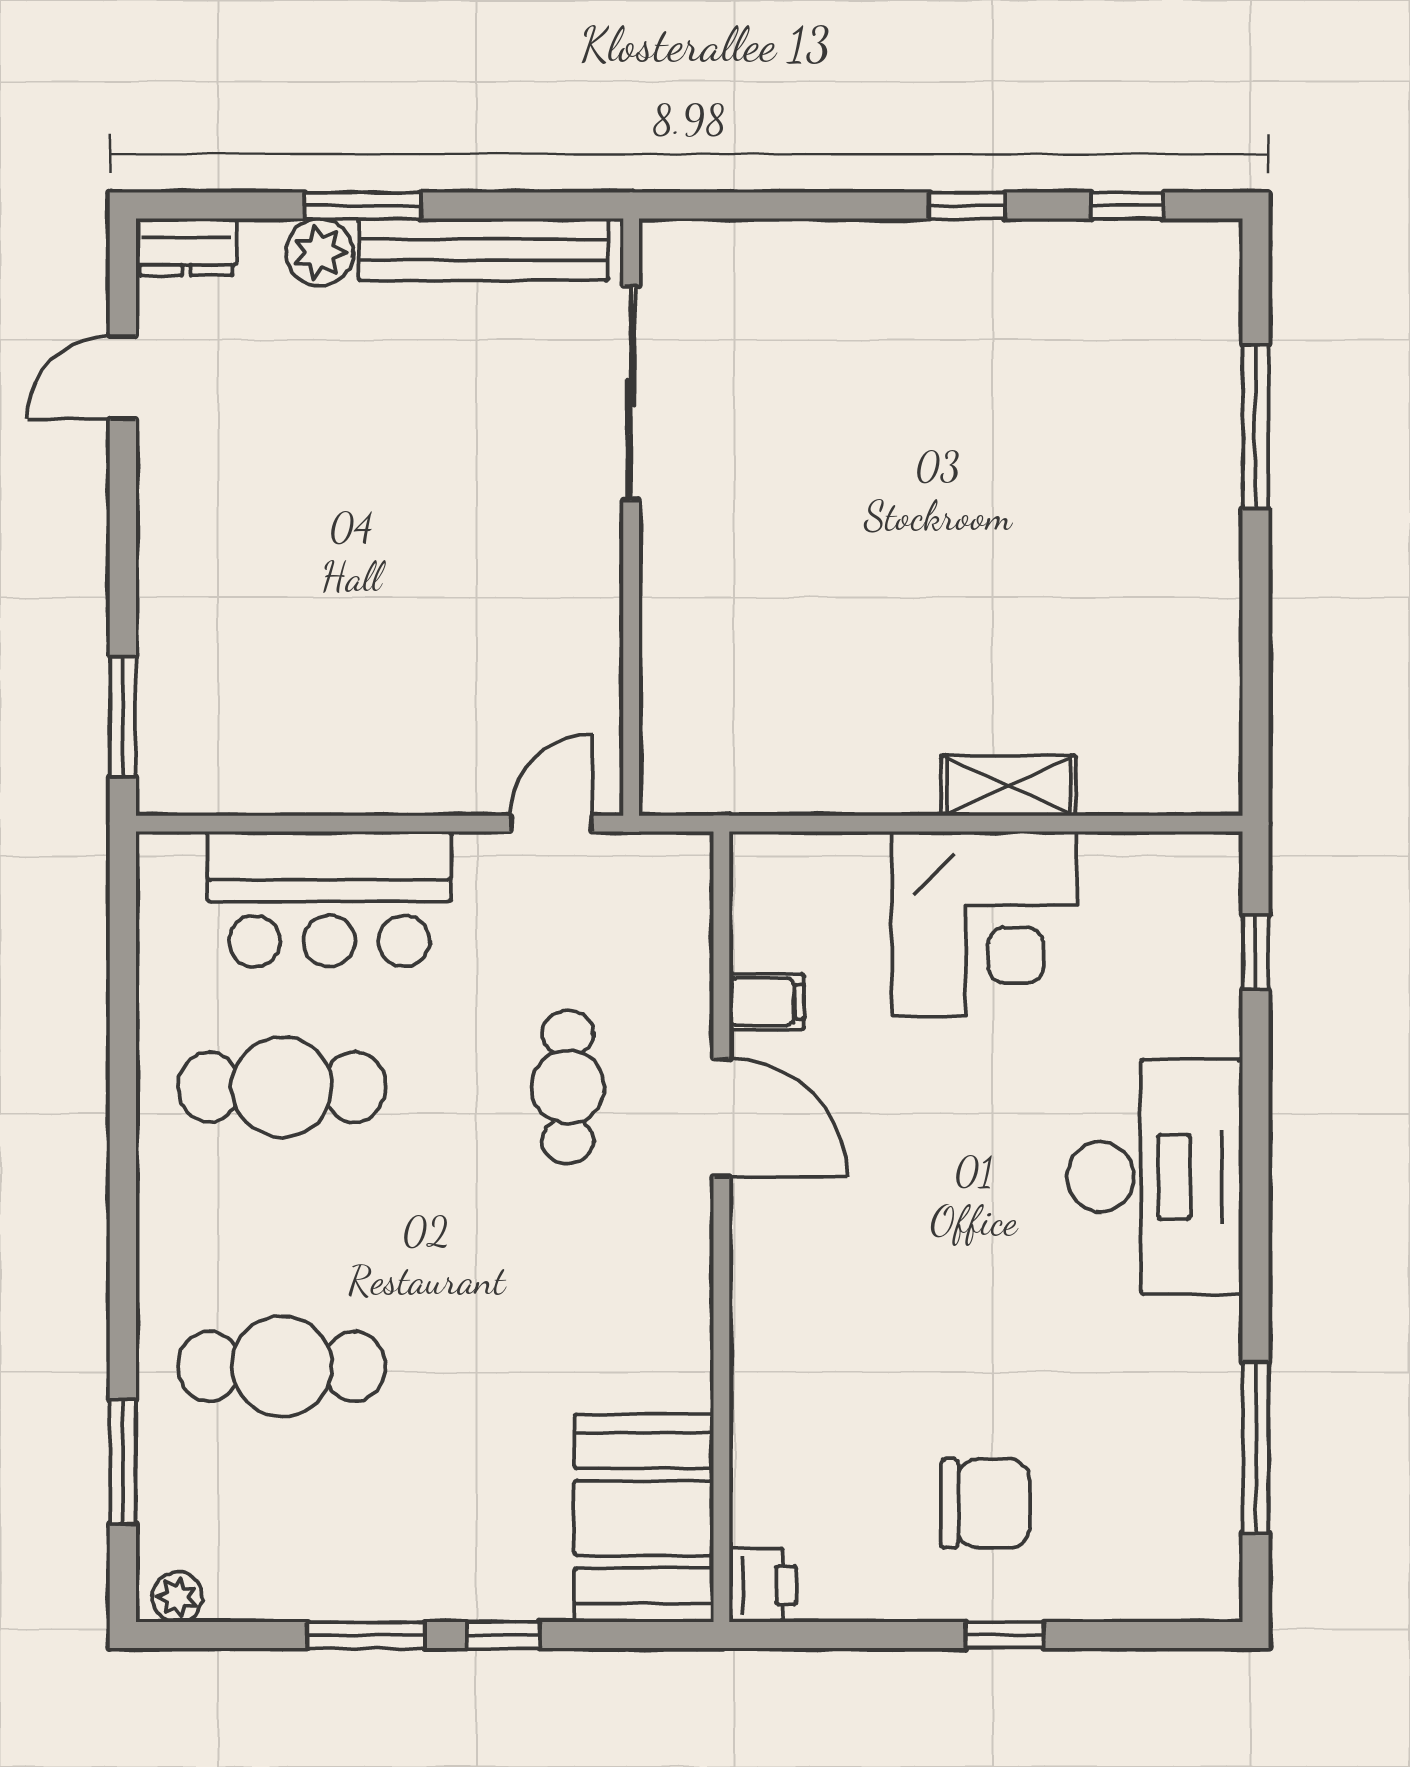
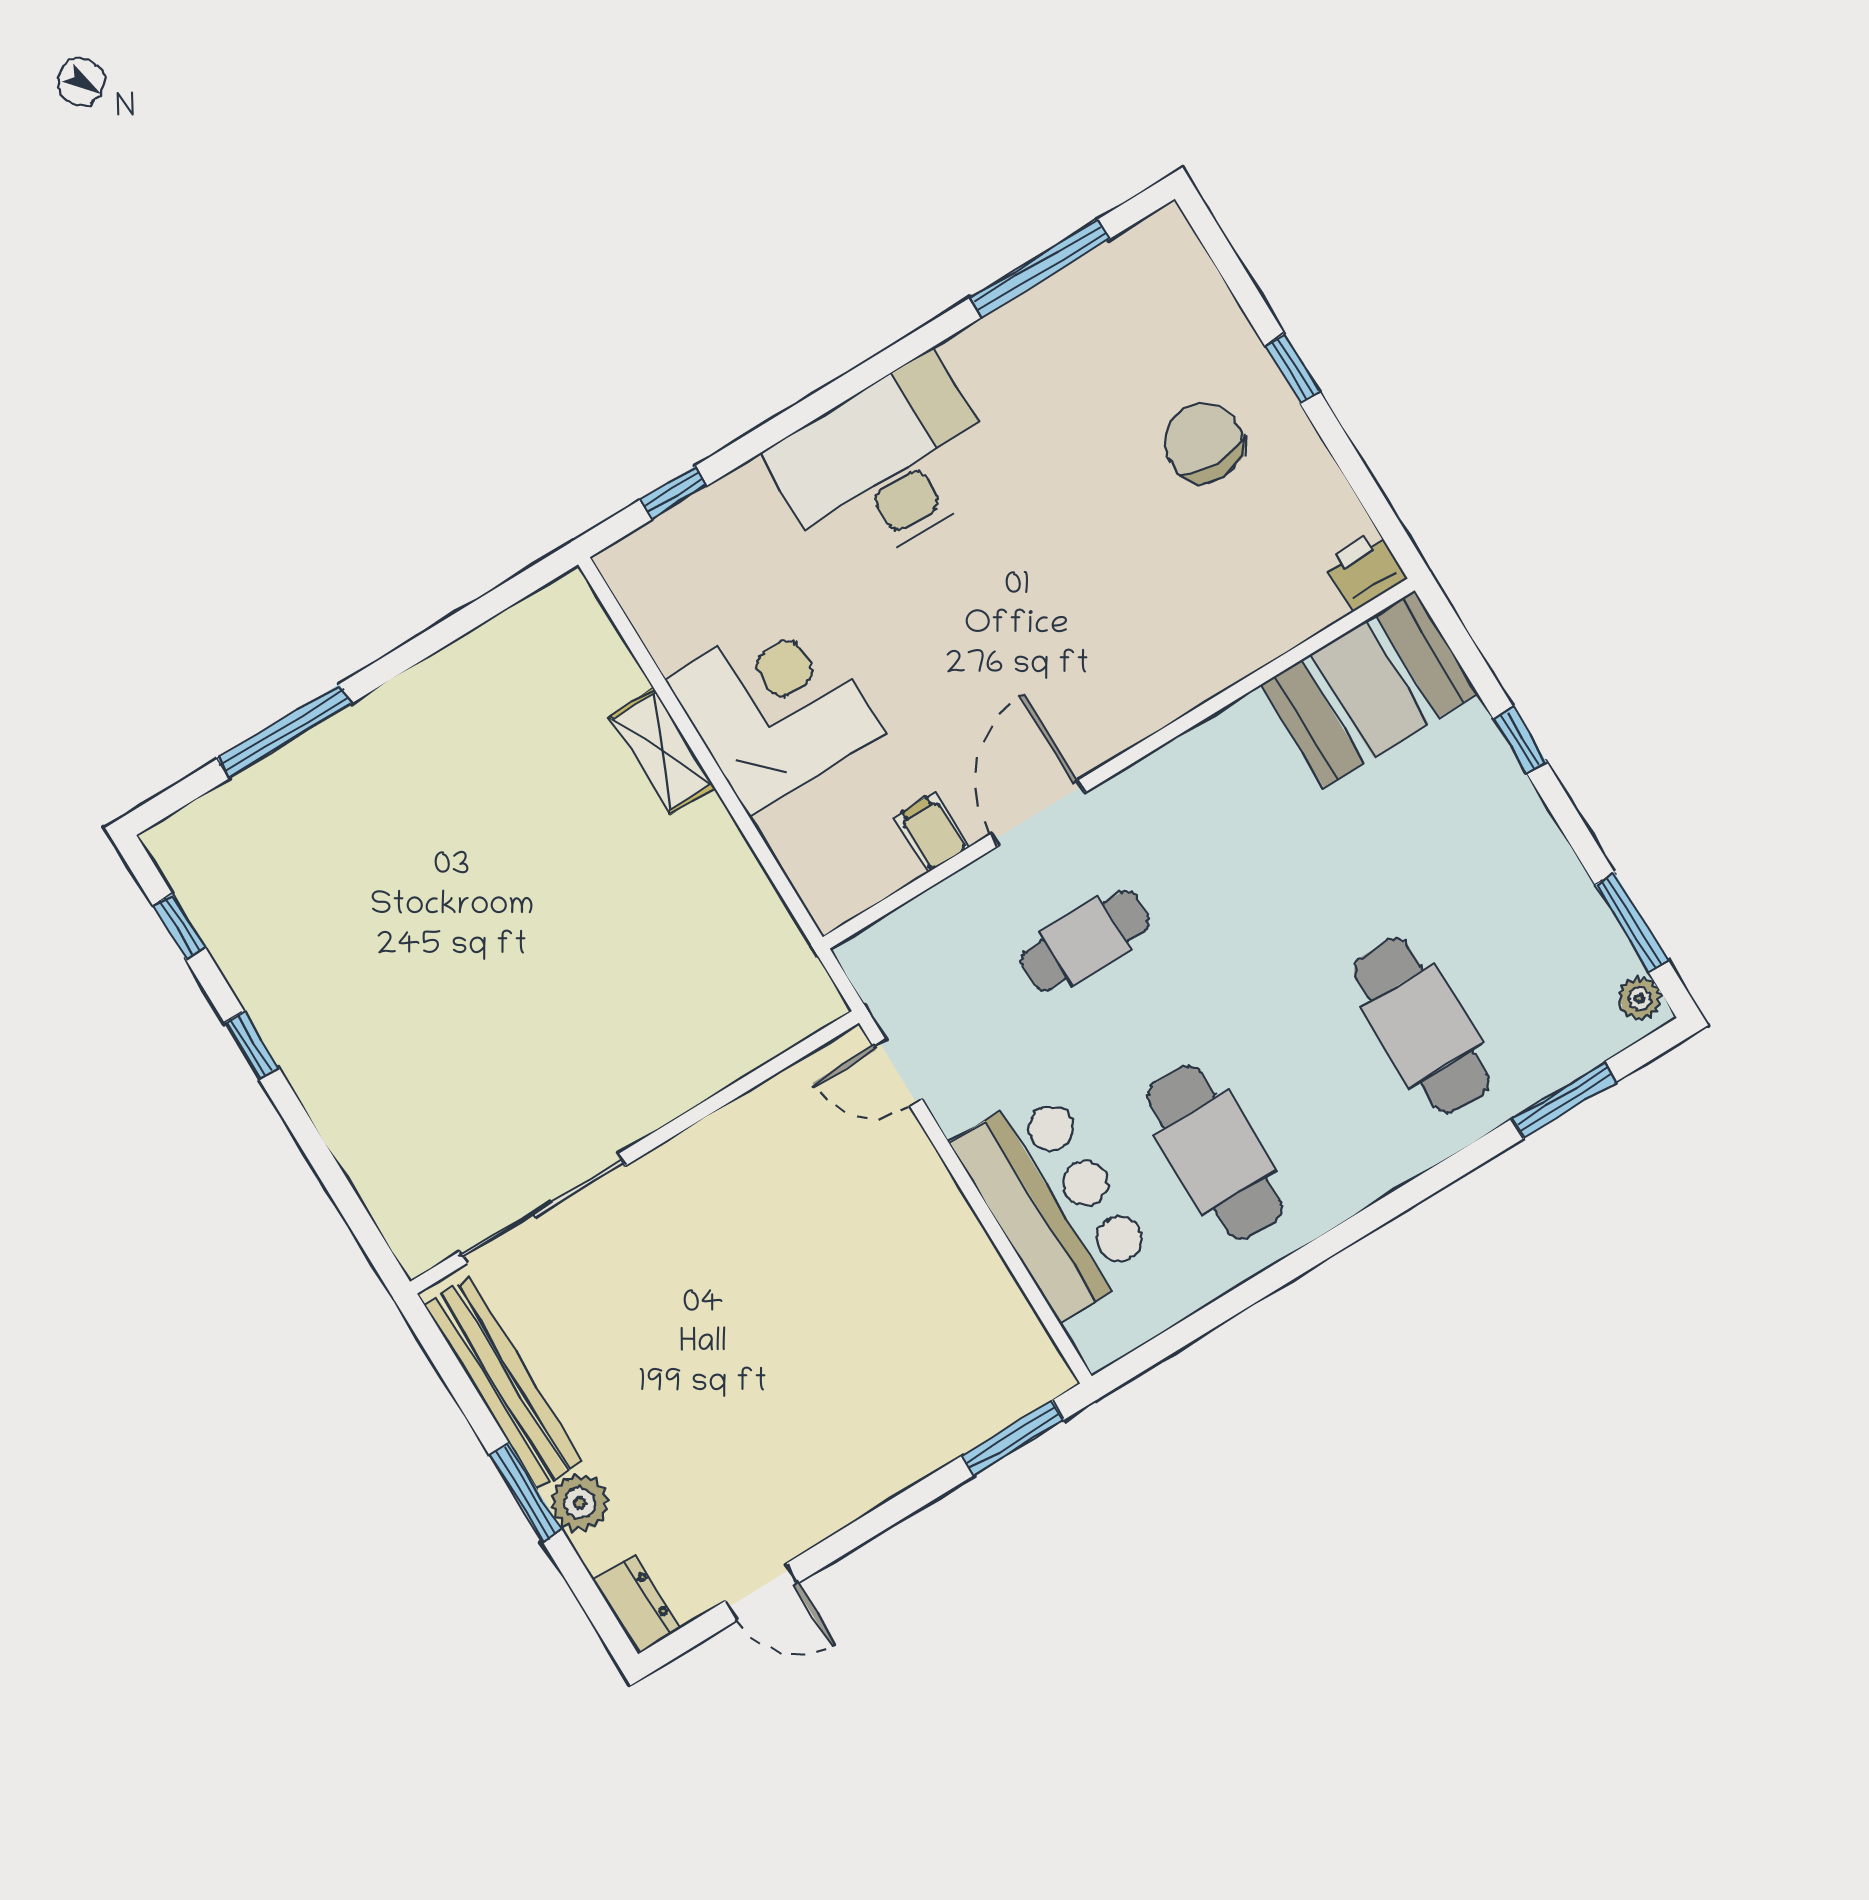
window: (366, 1635) -> (1632, 922), moved

